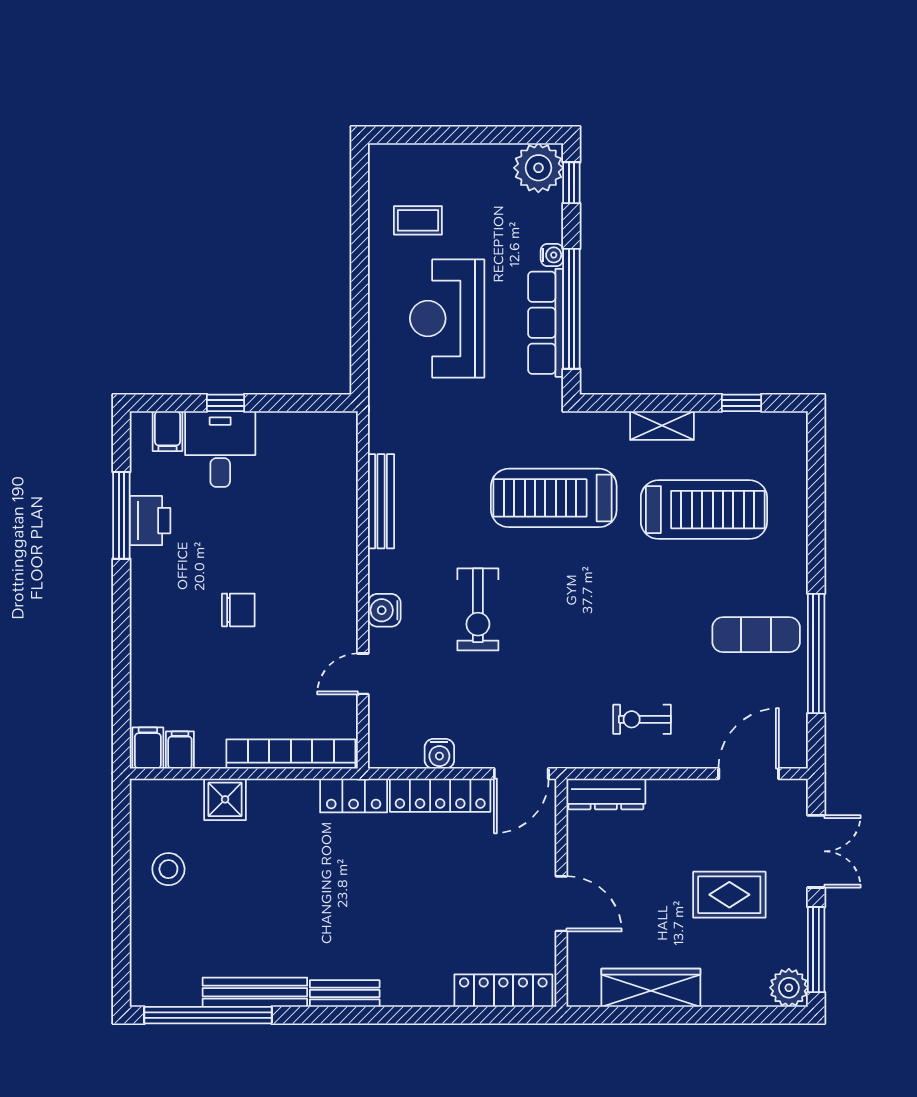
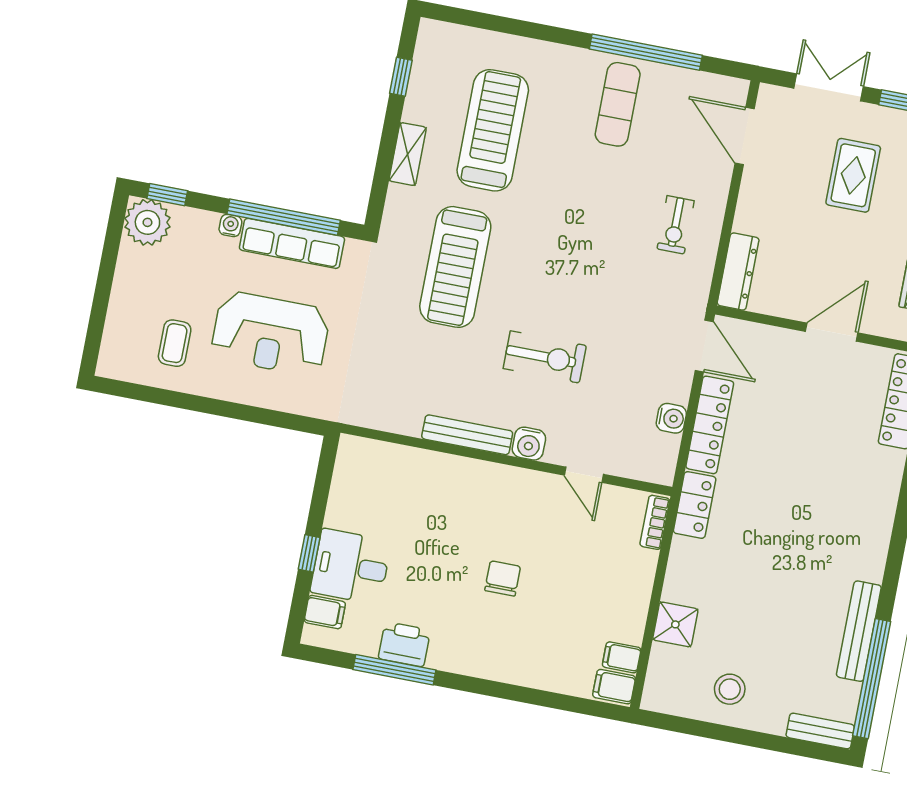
bench: (381, 501) -> (467, 435), moved
bookcase: (291, 754) -> (655, 522), width x0.43, depth x0.76
bench: (345, 993) -> (820, 731), moved, turned 90

